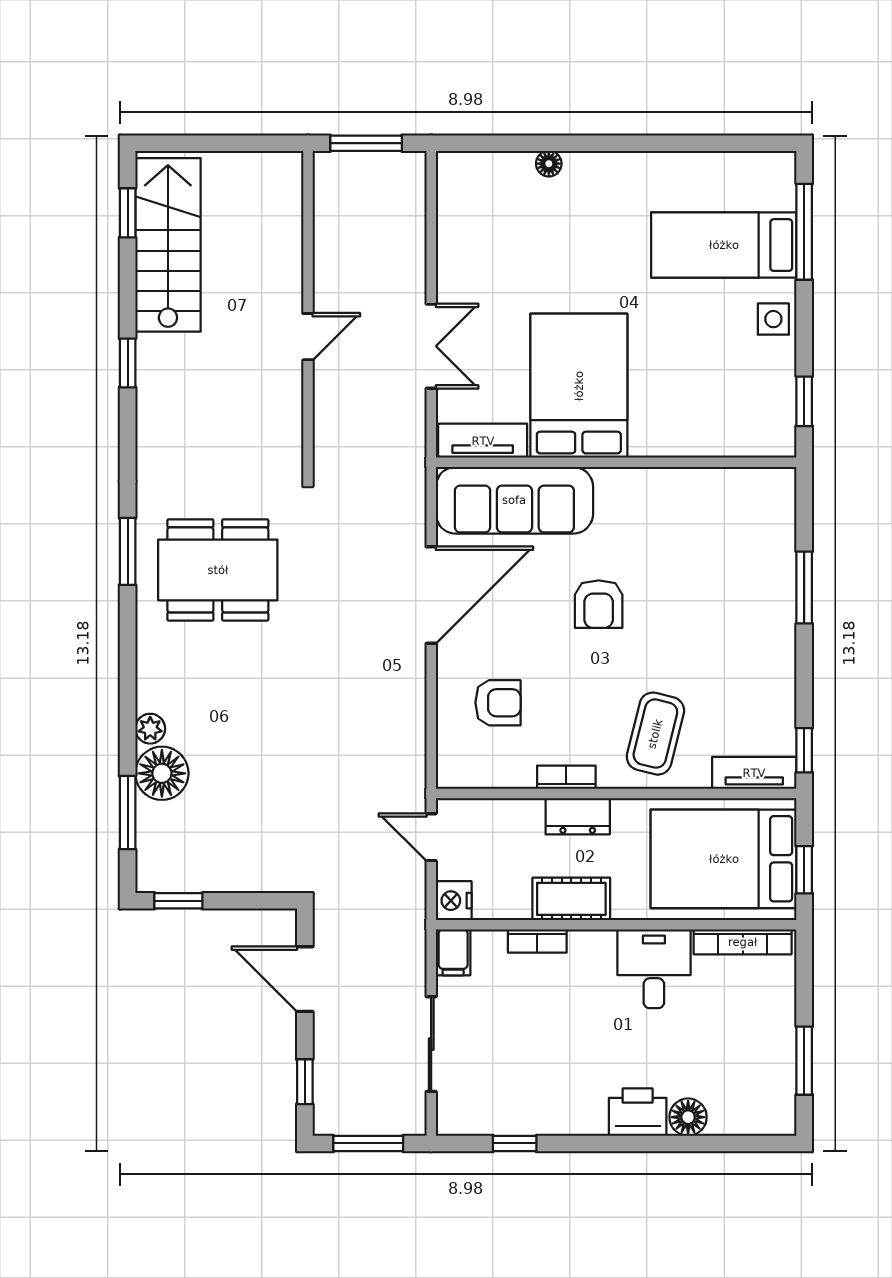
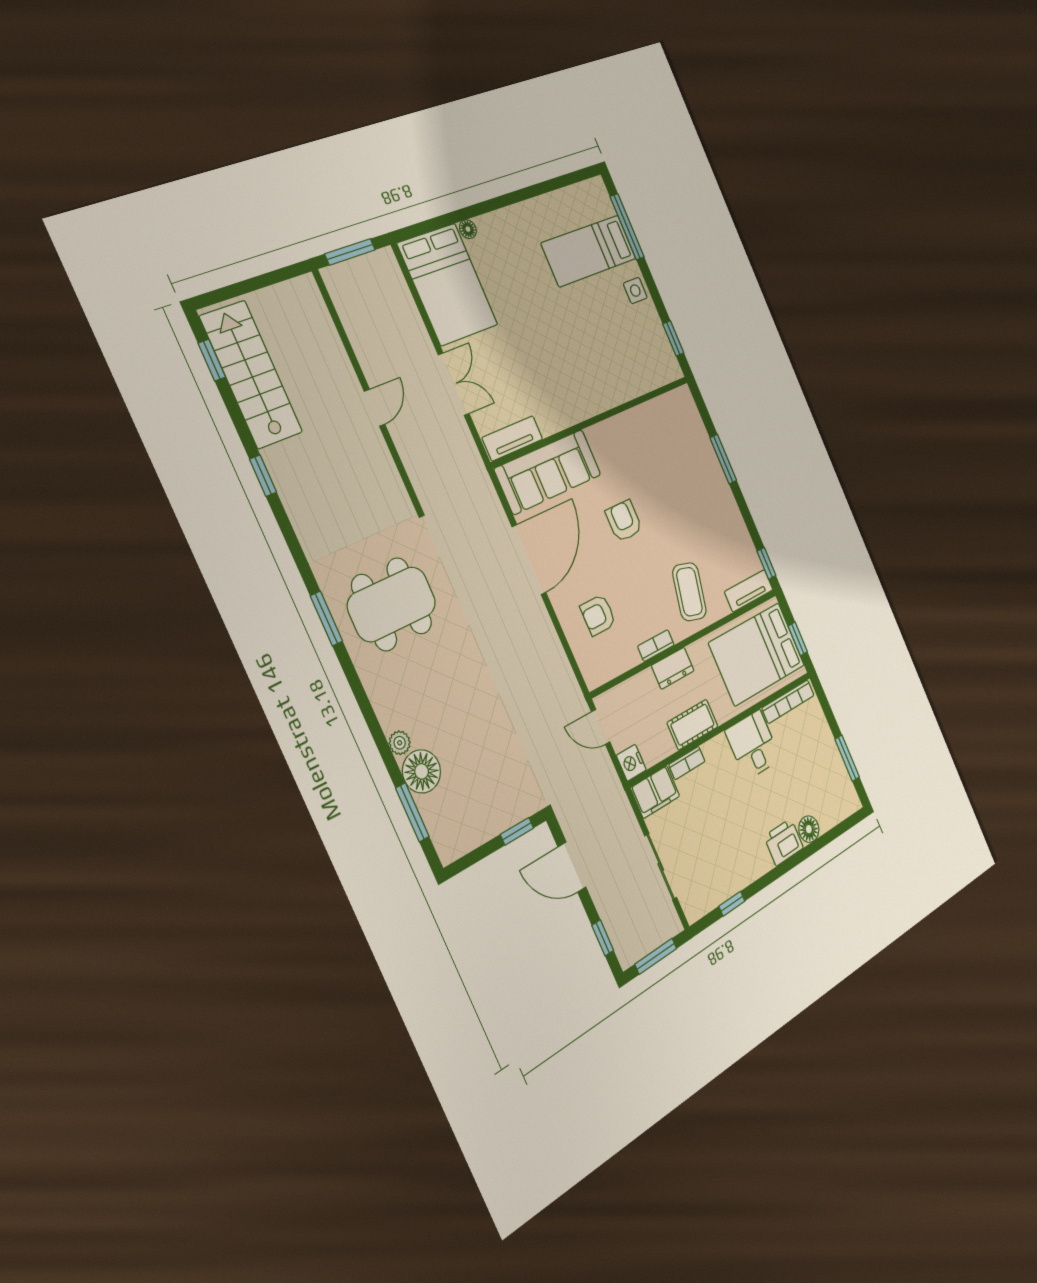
bed: (579, 386) -> (448, 284), moved, turned 180
armchair: (599, 604) -> (624, 521), turned 180
armchair: (498, 703) -> (598, 615), turned 180
window: (178, 901) -> (517, 831), moved
filing cabinet: (453, 952) -> (655, 792), width x2.00

